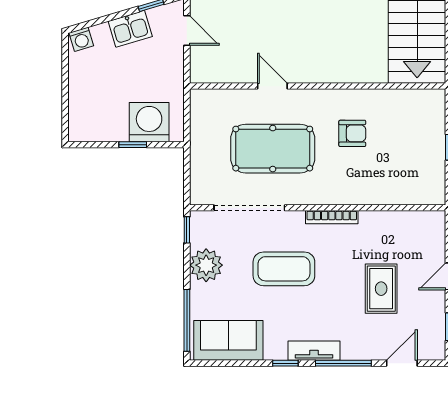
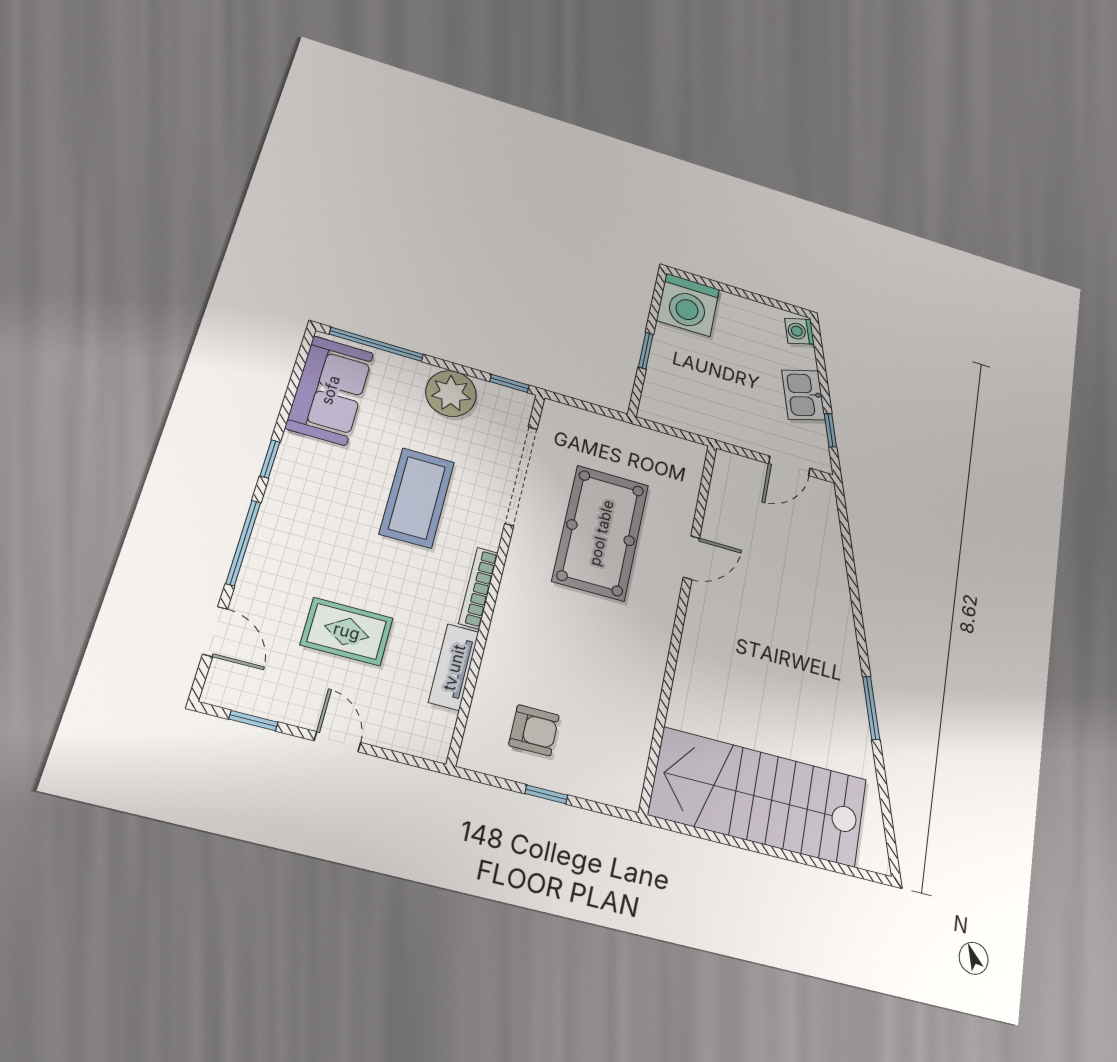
washing machine: (149, 122) -> (688, 305), moved, turned 90
armchair: (352, 133) -> (534, 730), moved, turned -90
tv unit: (314, 351) -> (454, 667), moved, turned 180

